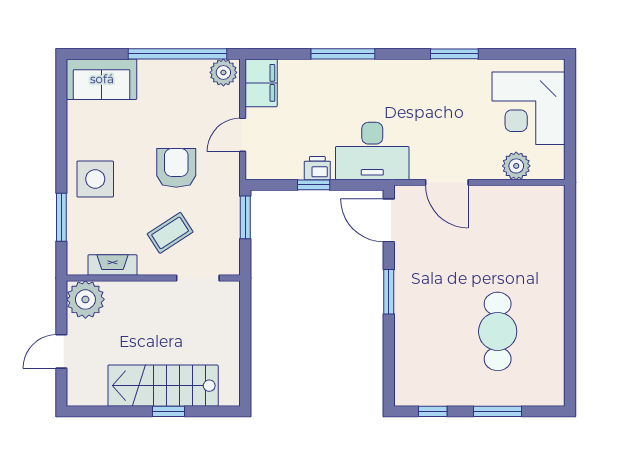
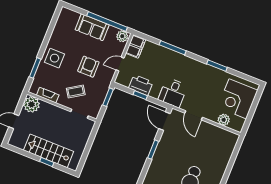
sofa: (102, 79) -> (92, 27), moved
desk: (372, 151) -> (173, 93), width x0.73
printer: (317, 168) -> (141, 85), width x1.87, depth x1.48

